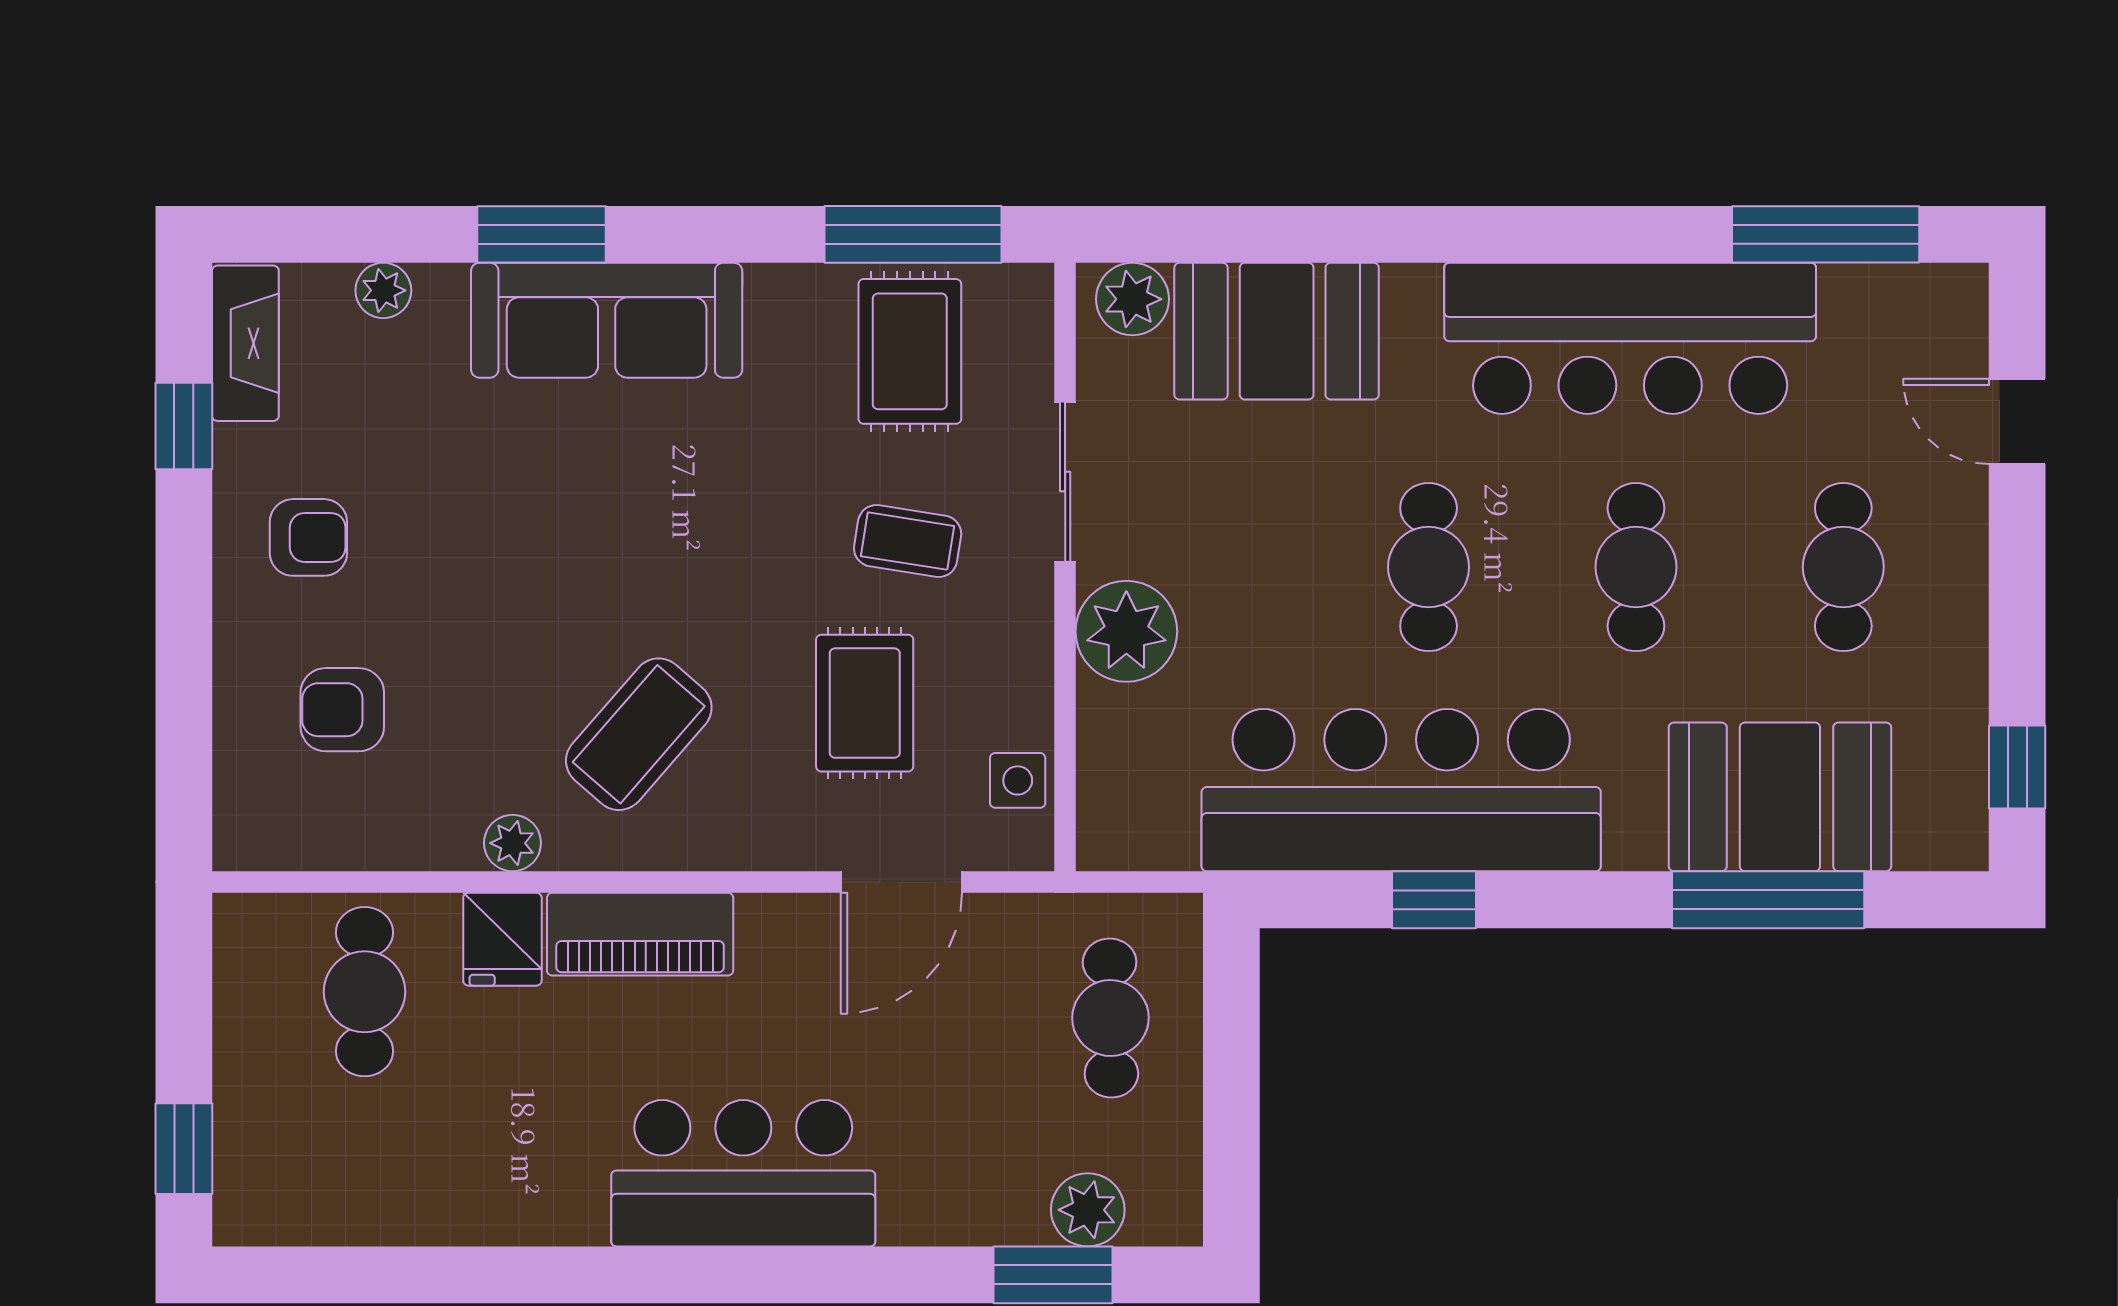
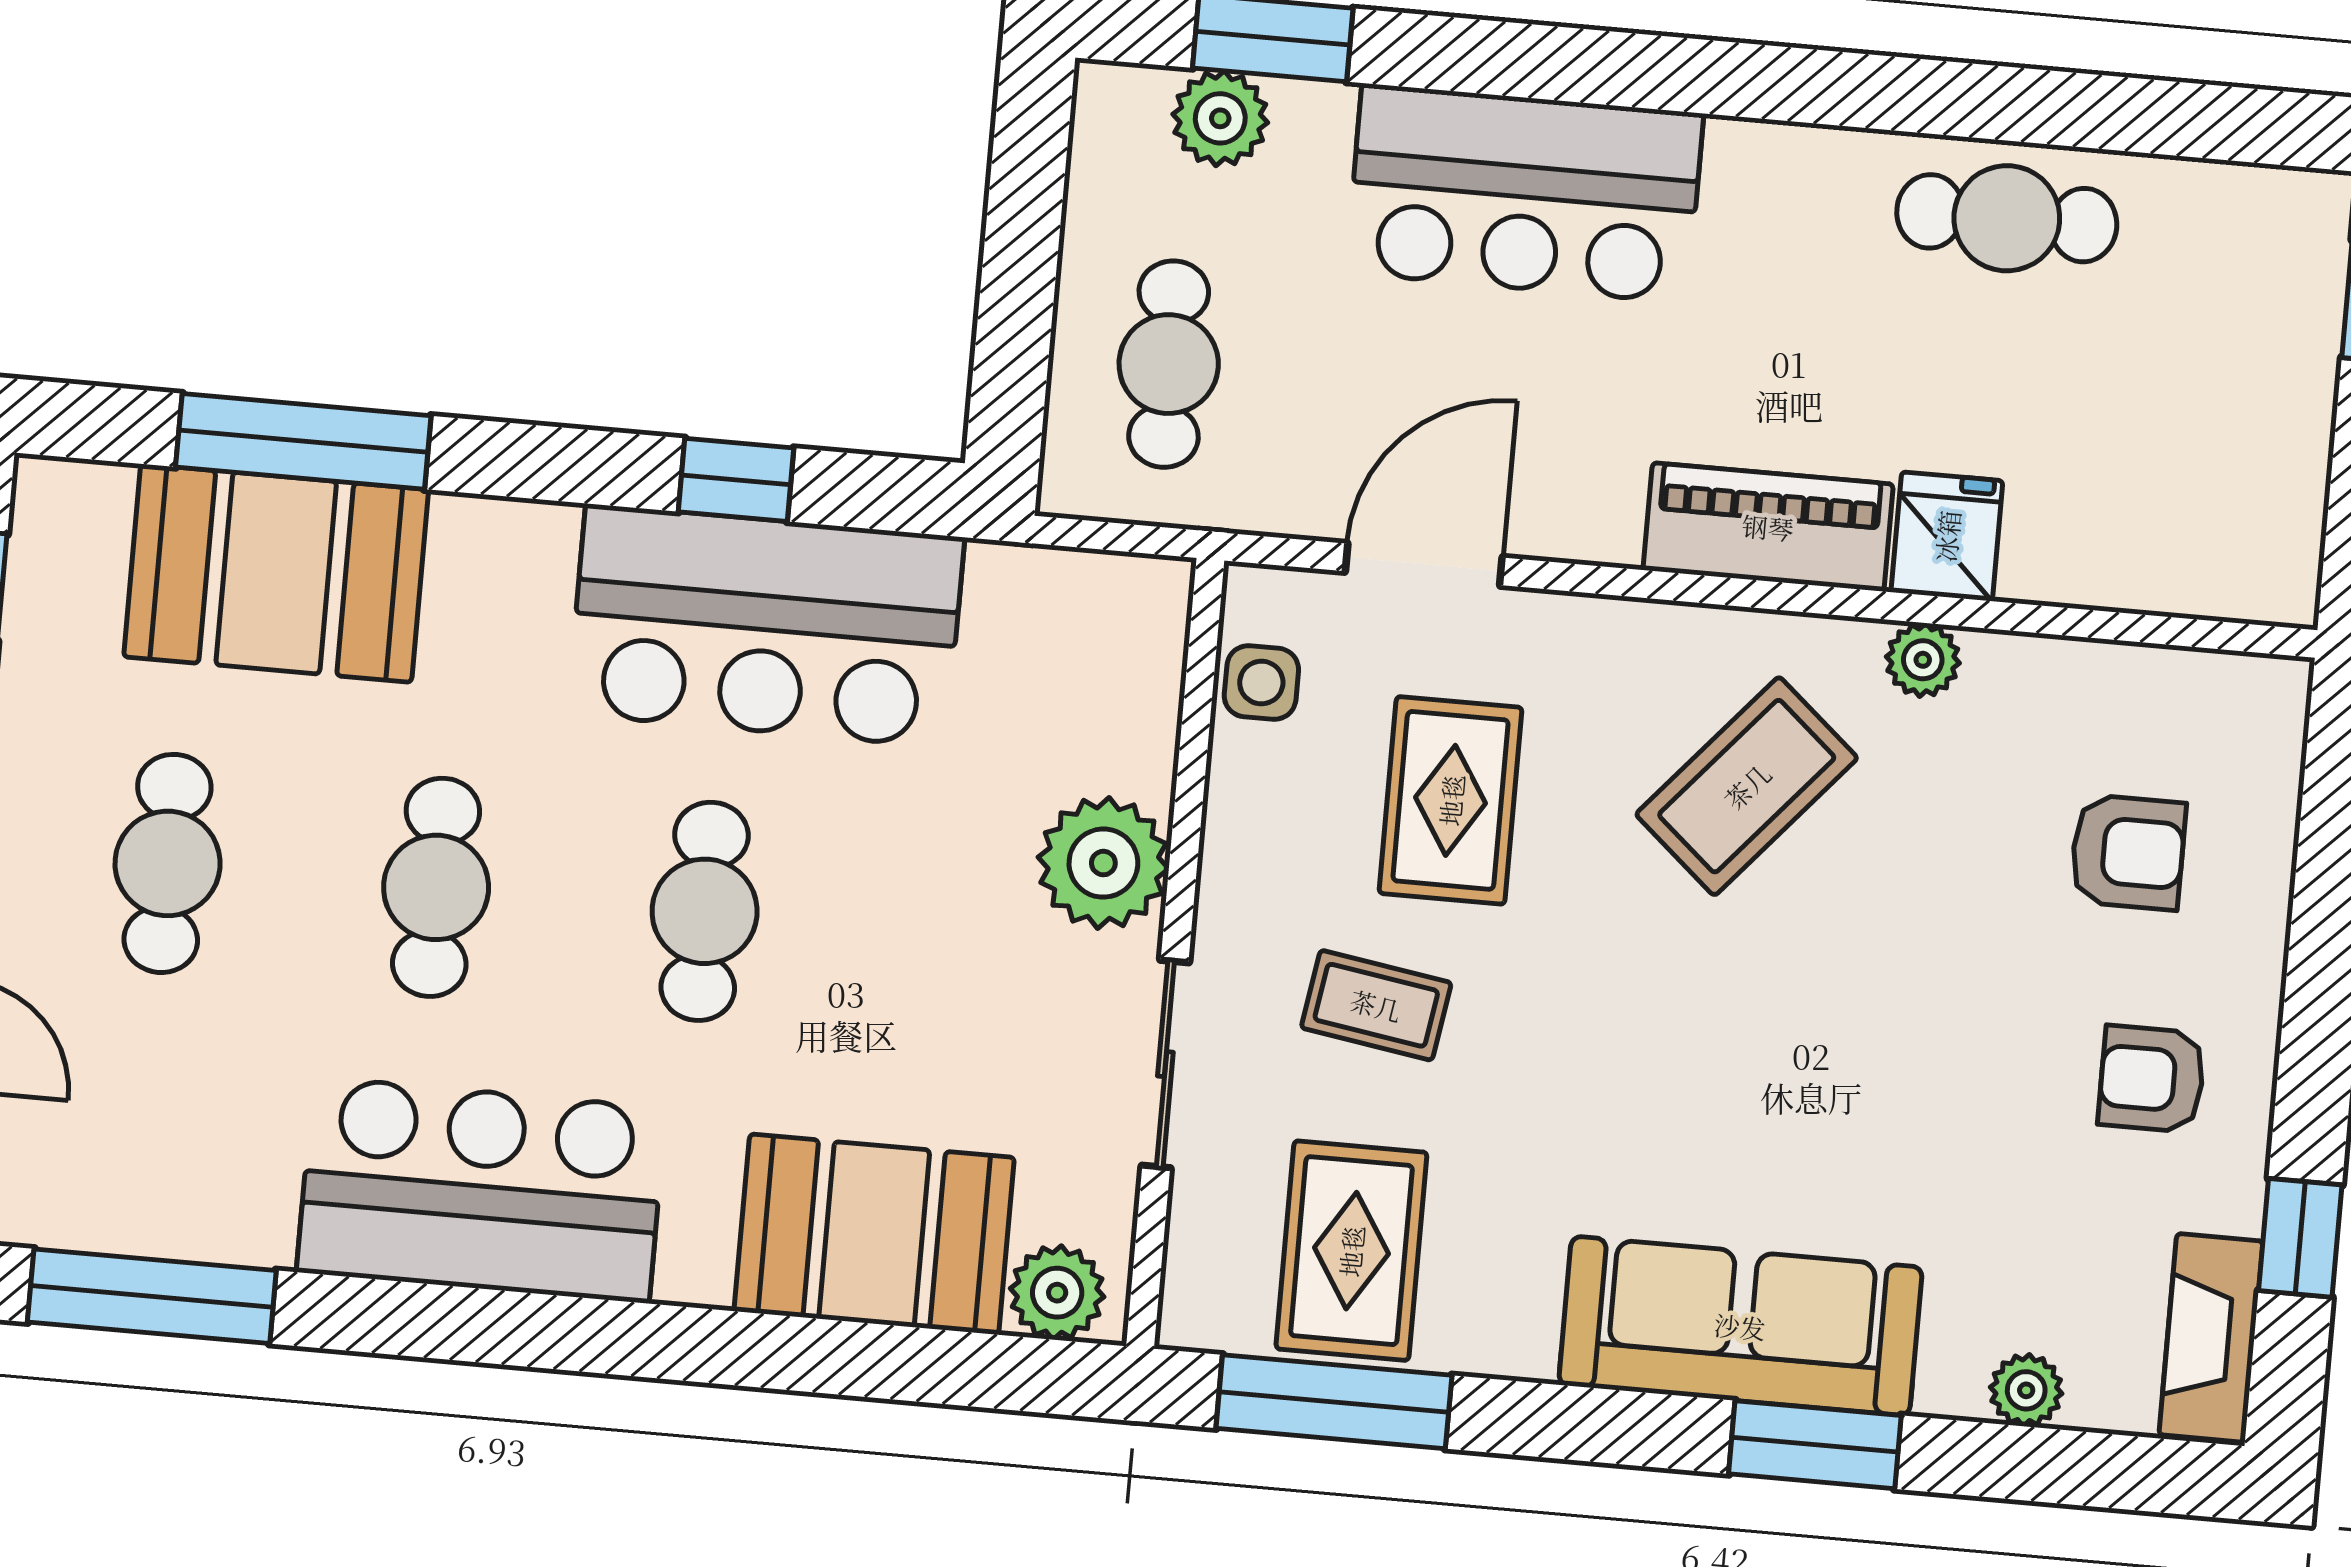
bar counter: (1630, 338) -> (481, 1190), width x0.73
bar counter: (1401, 790) -> (766, 626), width x0.73
cafe table: (365, 992) -> (2007, 218), moved, turned 90
bar counter: (743, 1173) -> (1525, 193), moved

